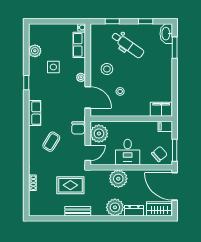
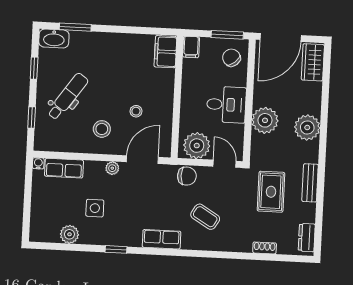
dresser: (134, 211) -> (307, 238), moved

